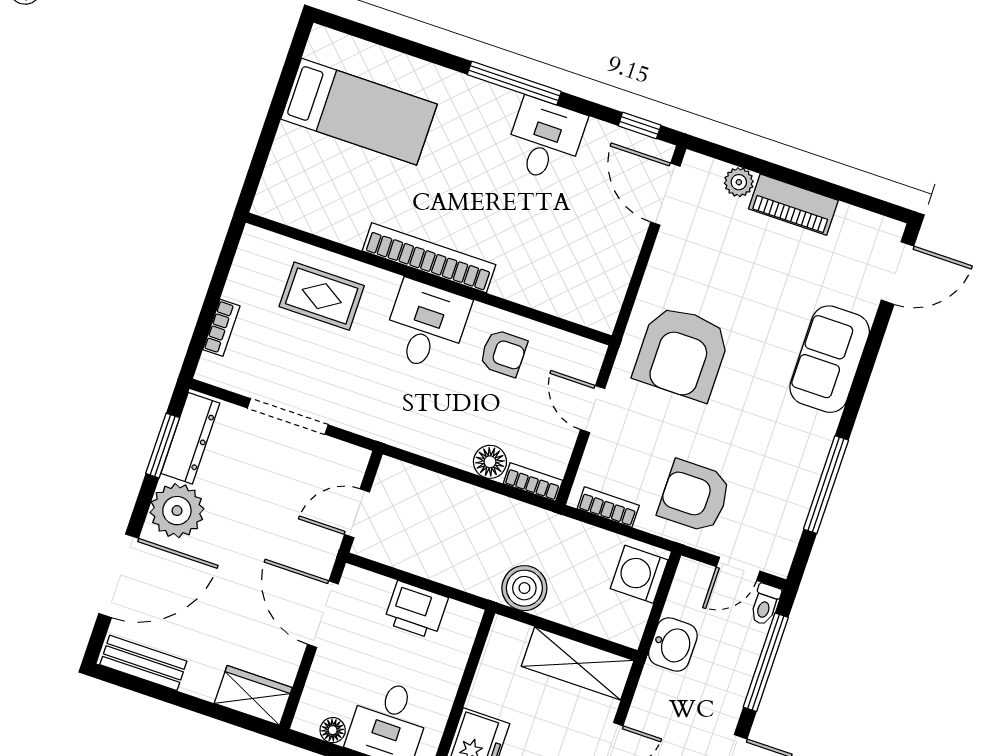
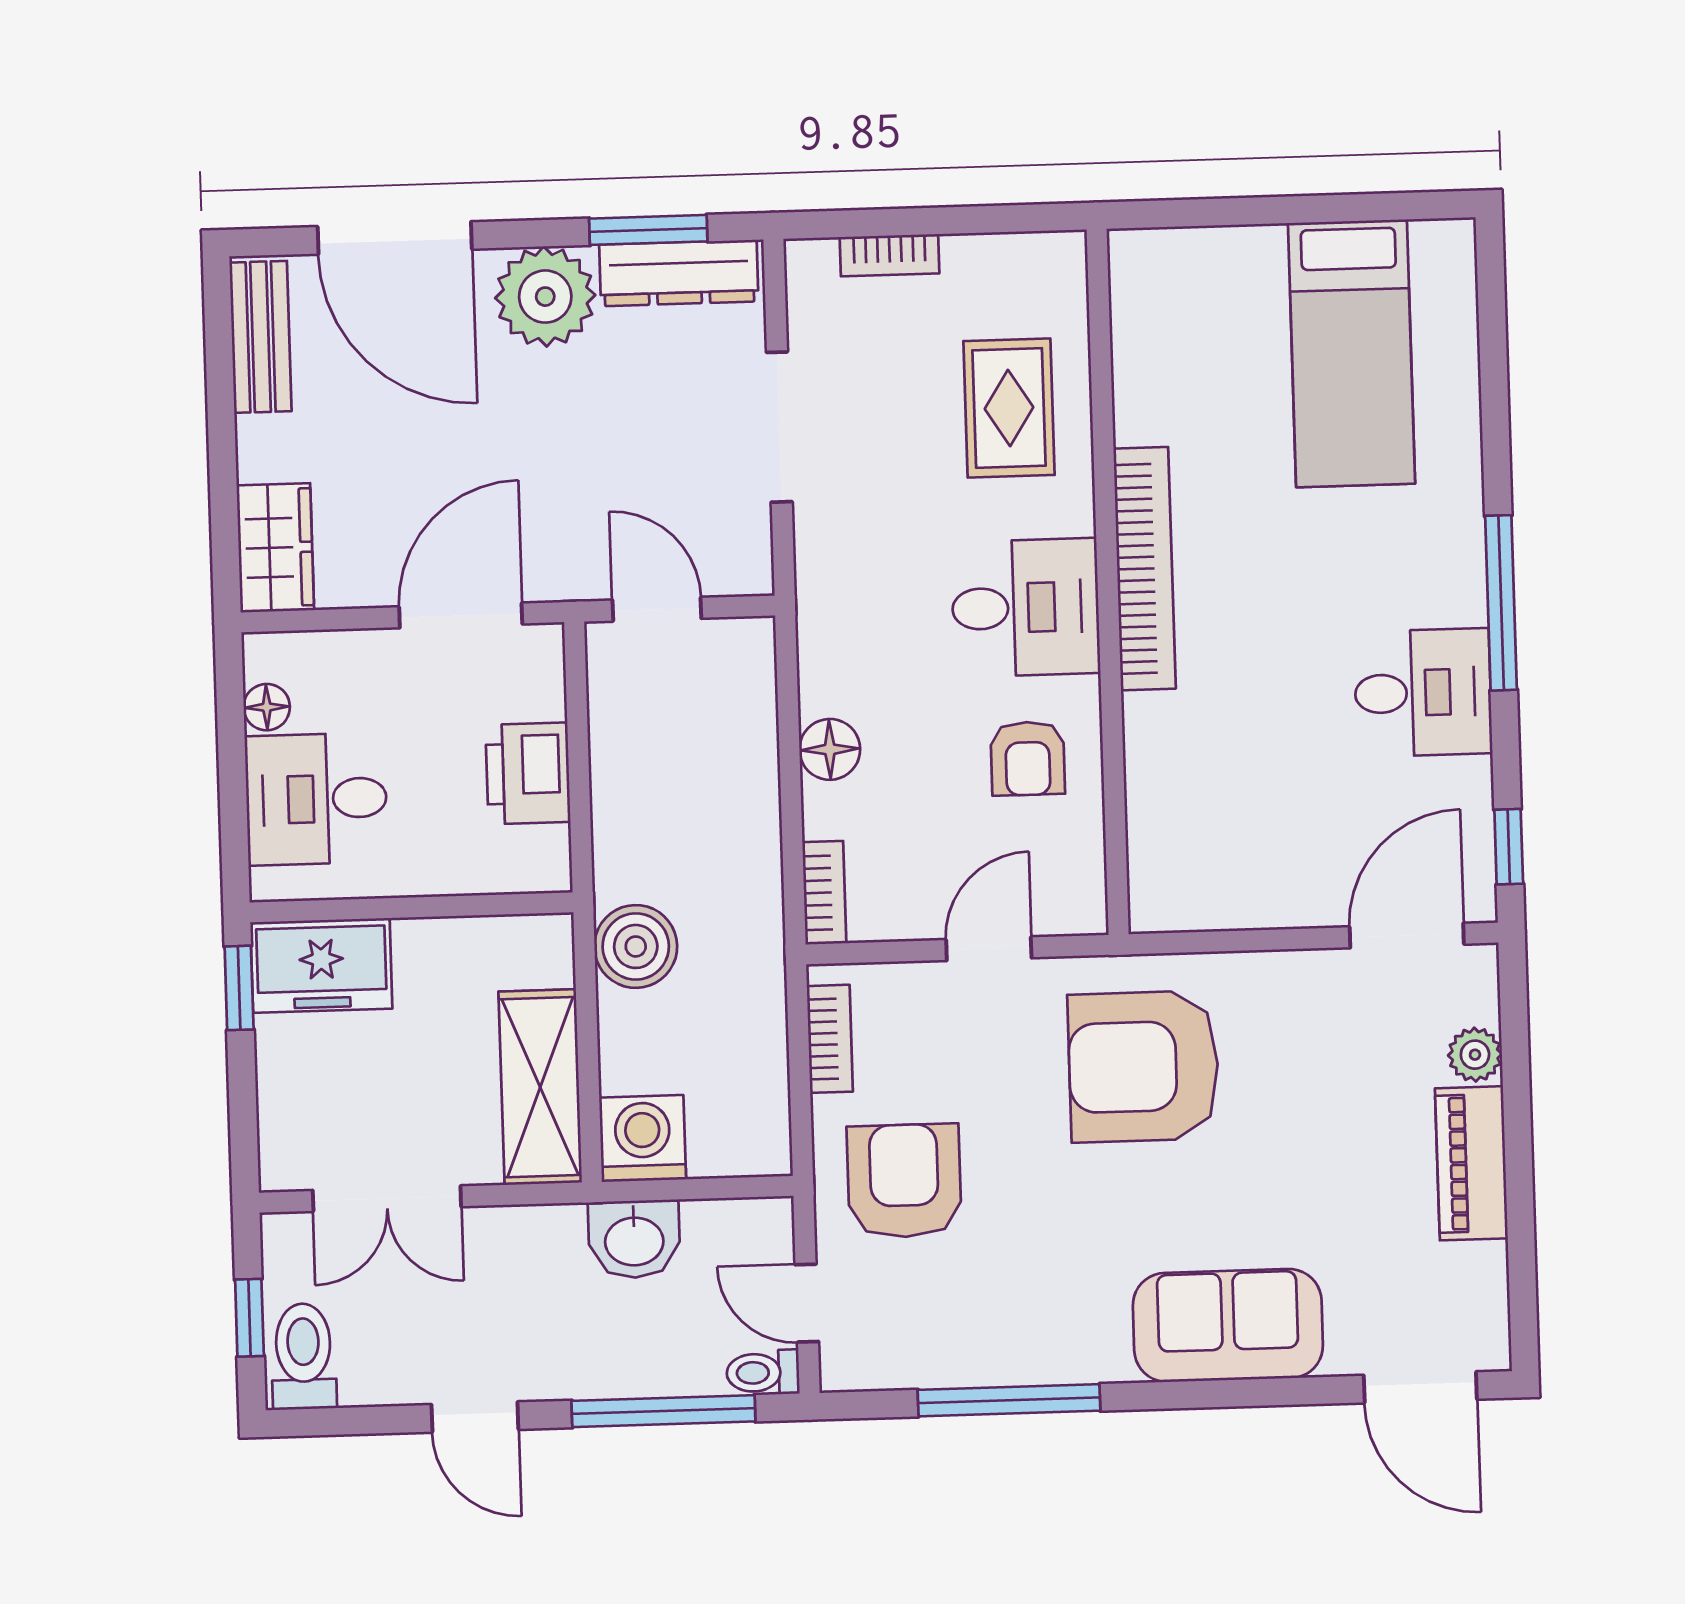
floor lamp: (490, 462) -> (830, 749), moved
washing machine: (639, 574) -> (643, 1138), moved

